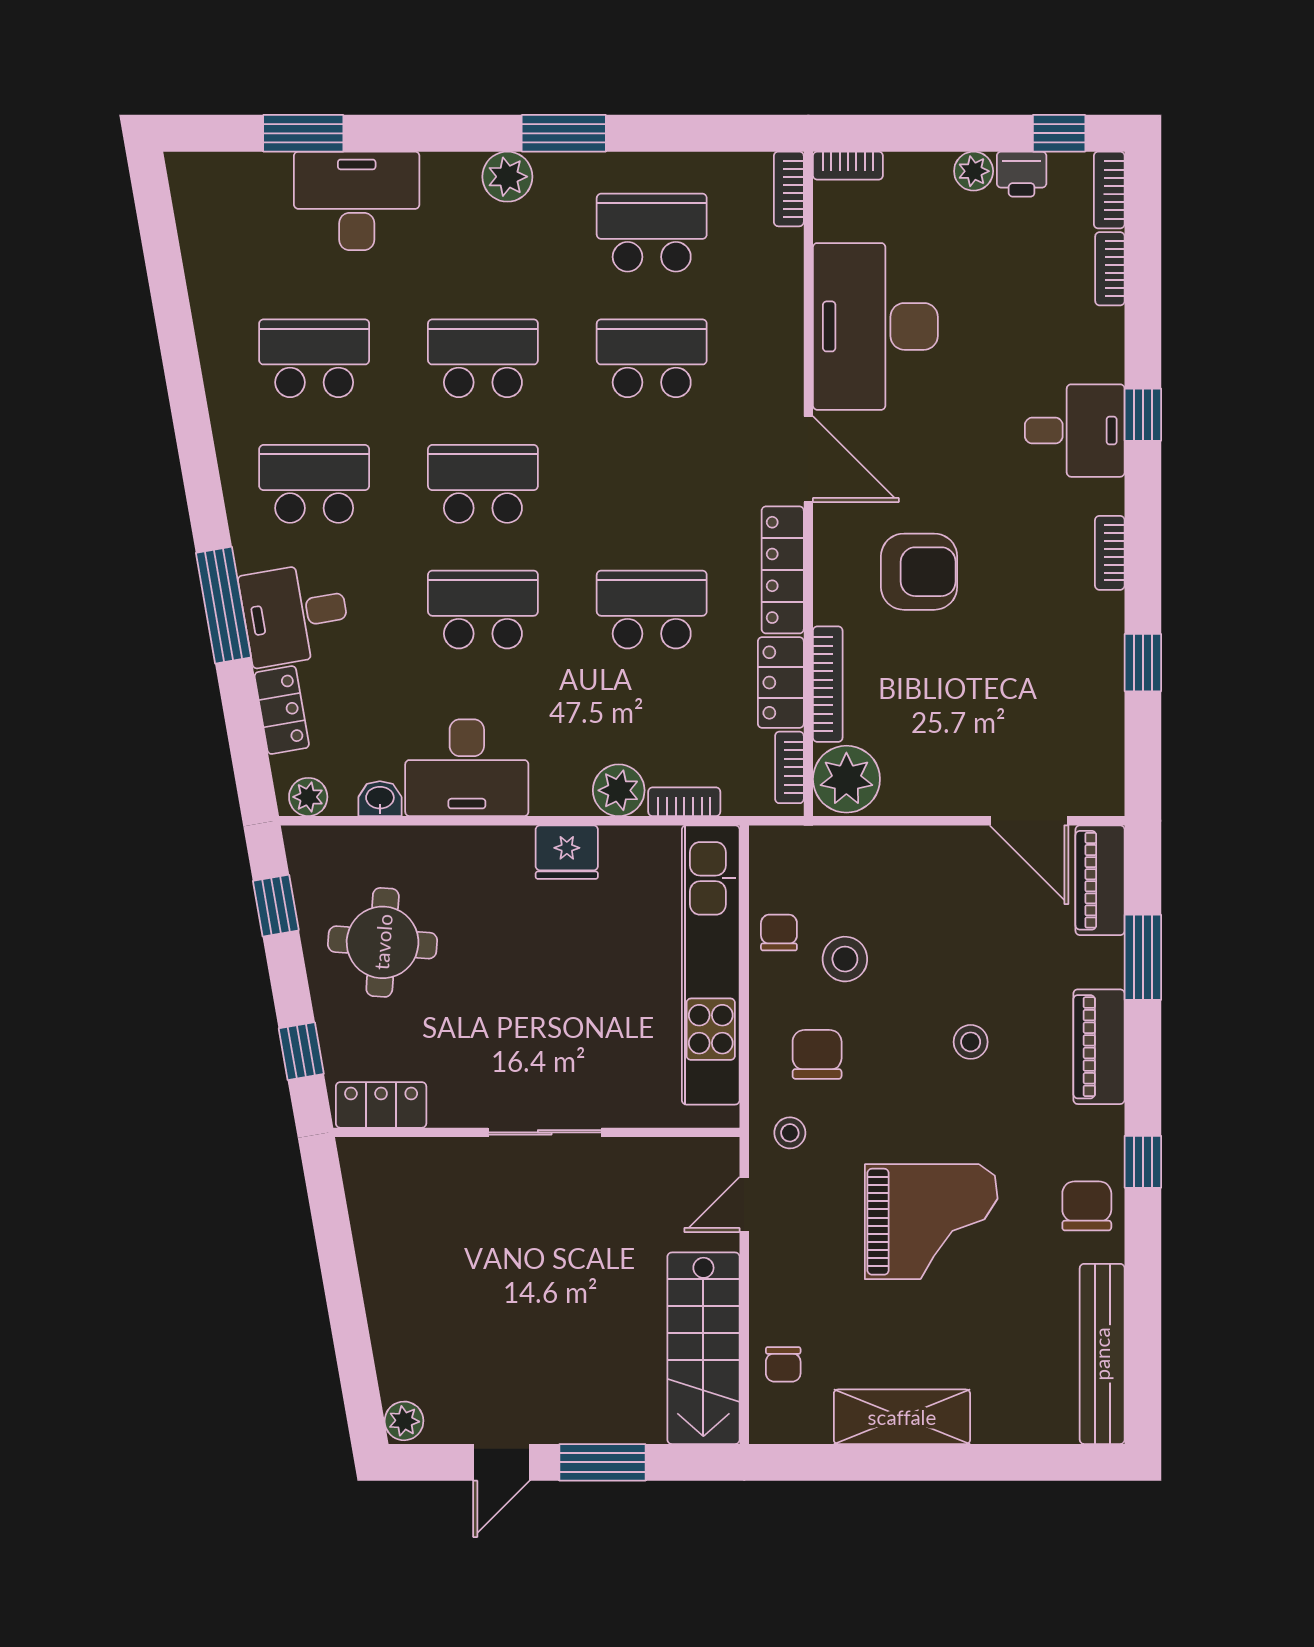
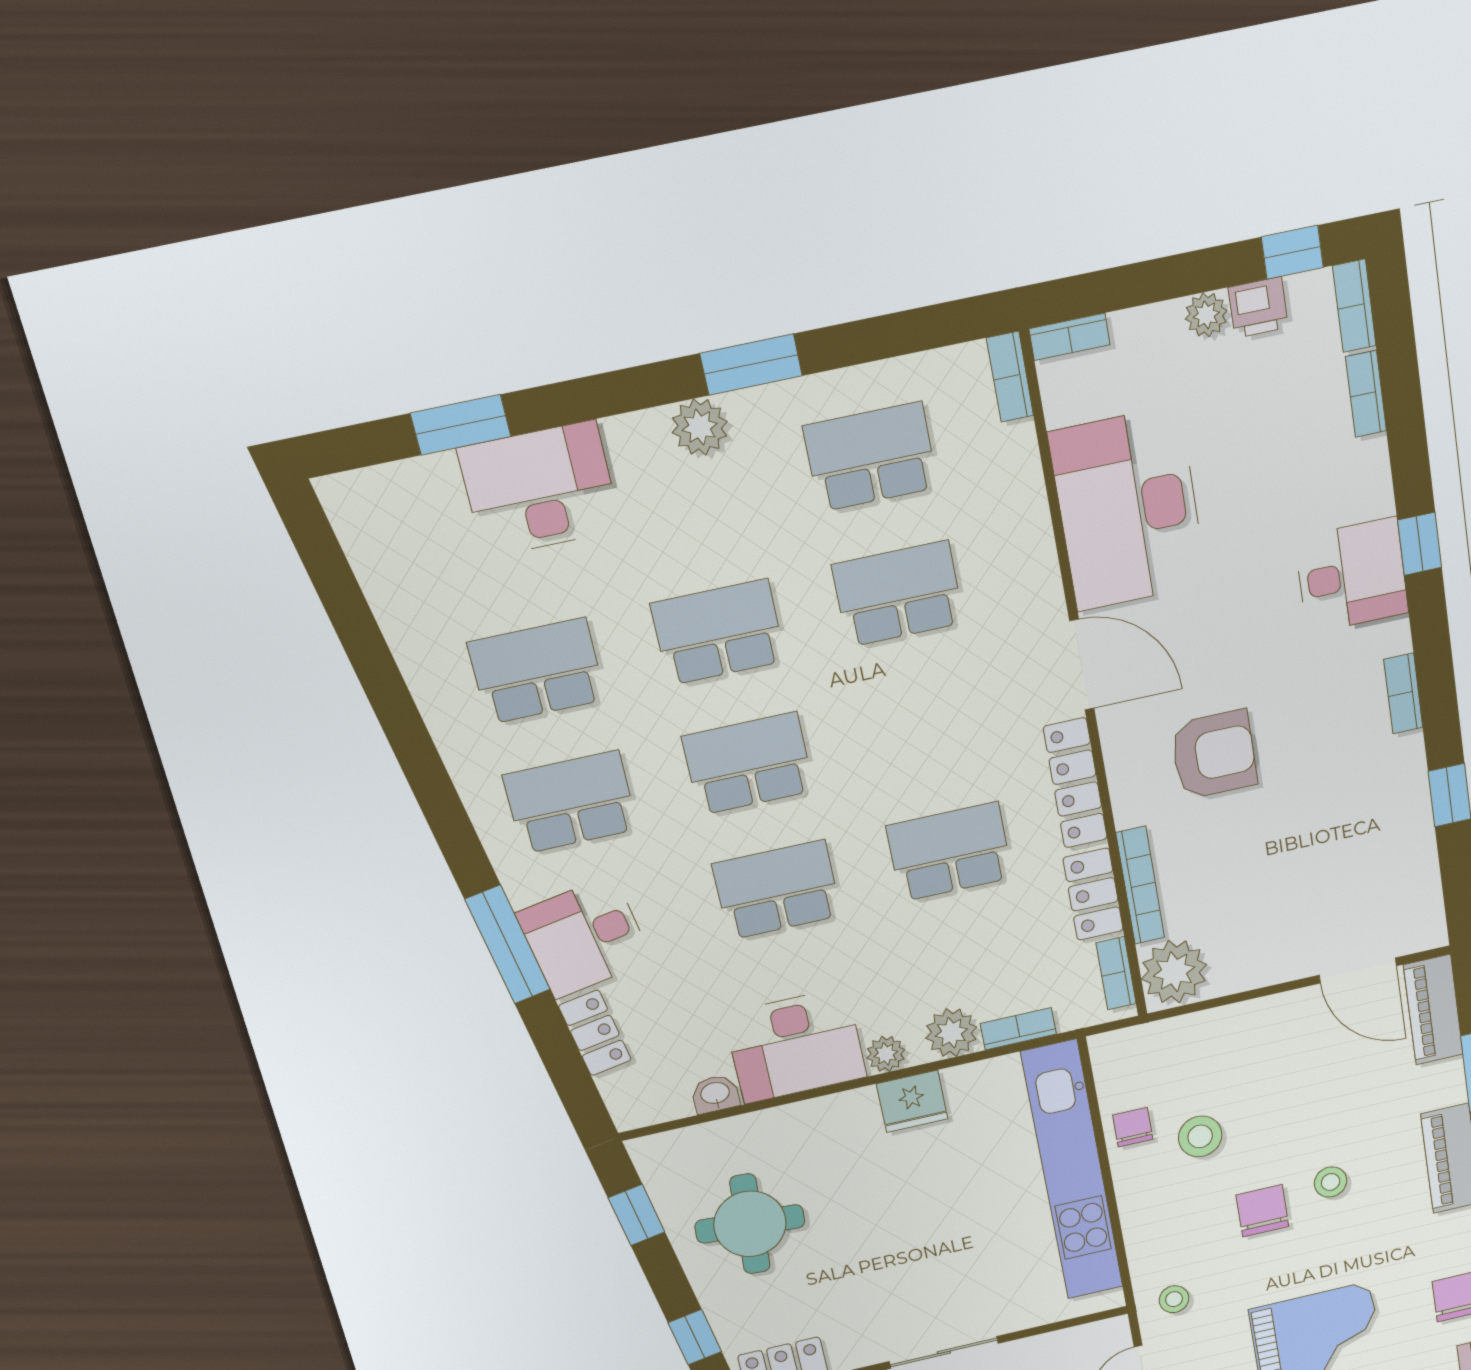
plant: (308, 797) -> (886, 1054), moved
chair: (817, 1054) -> (1262, 1211), moved

